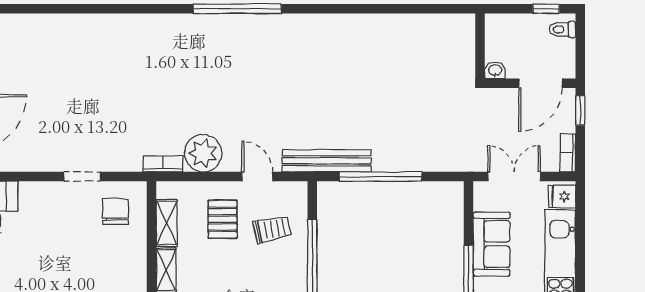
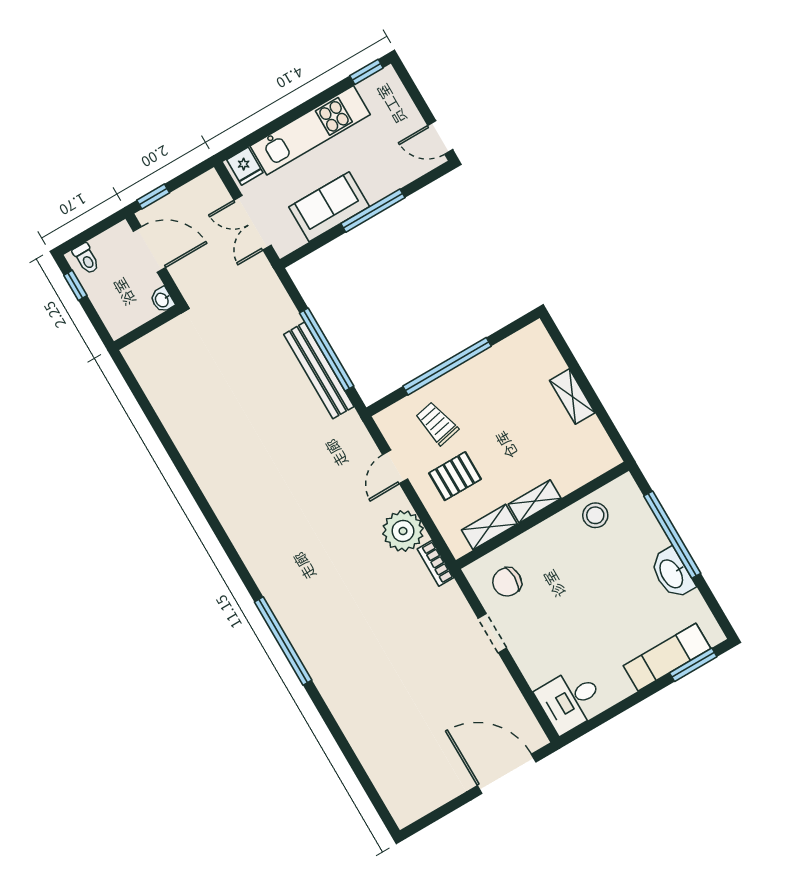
window: (237, 9) -> (283, 641), moved
bookcase: (568, 153) -> (200, 185), removed
bench: (327, 161) -> (319, 370), moved

